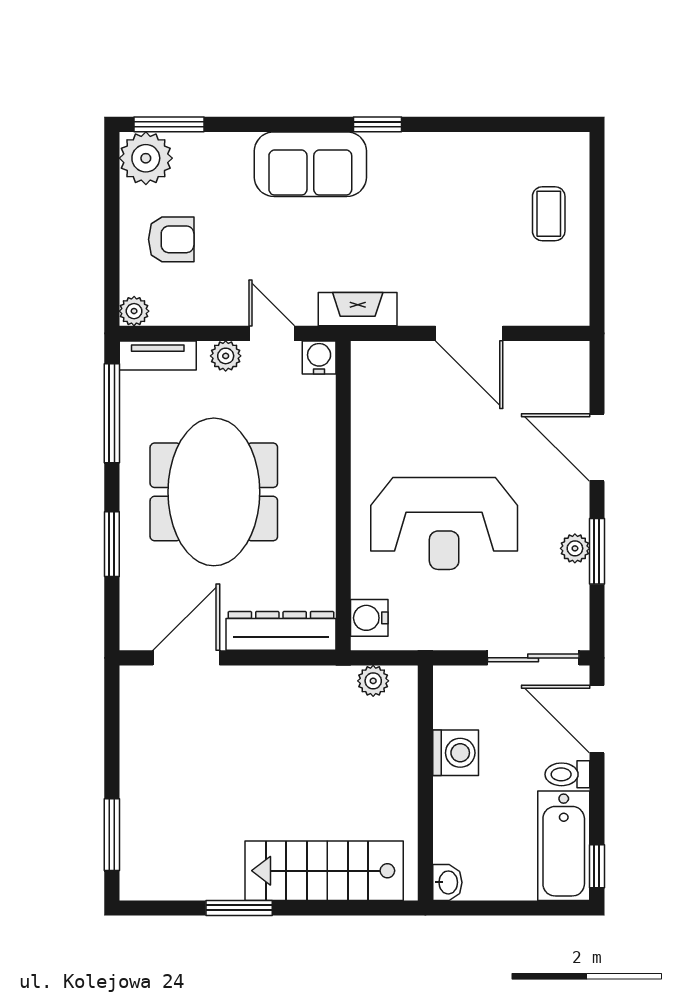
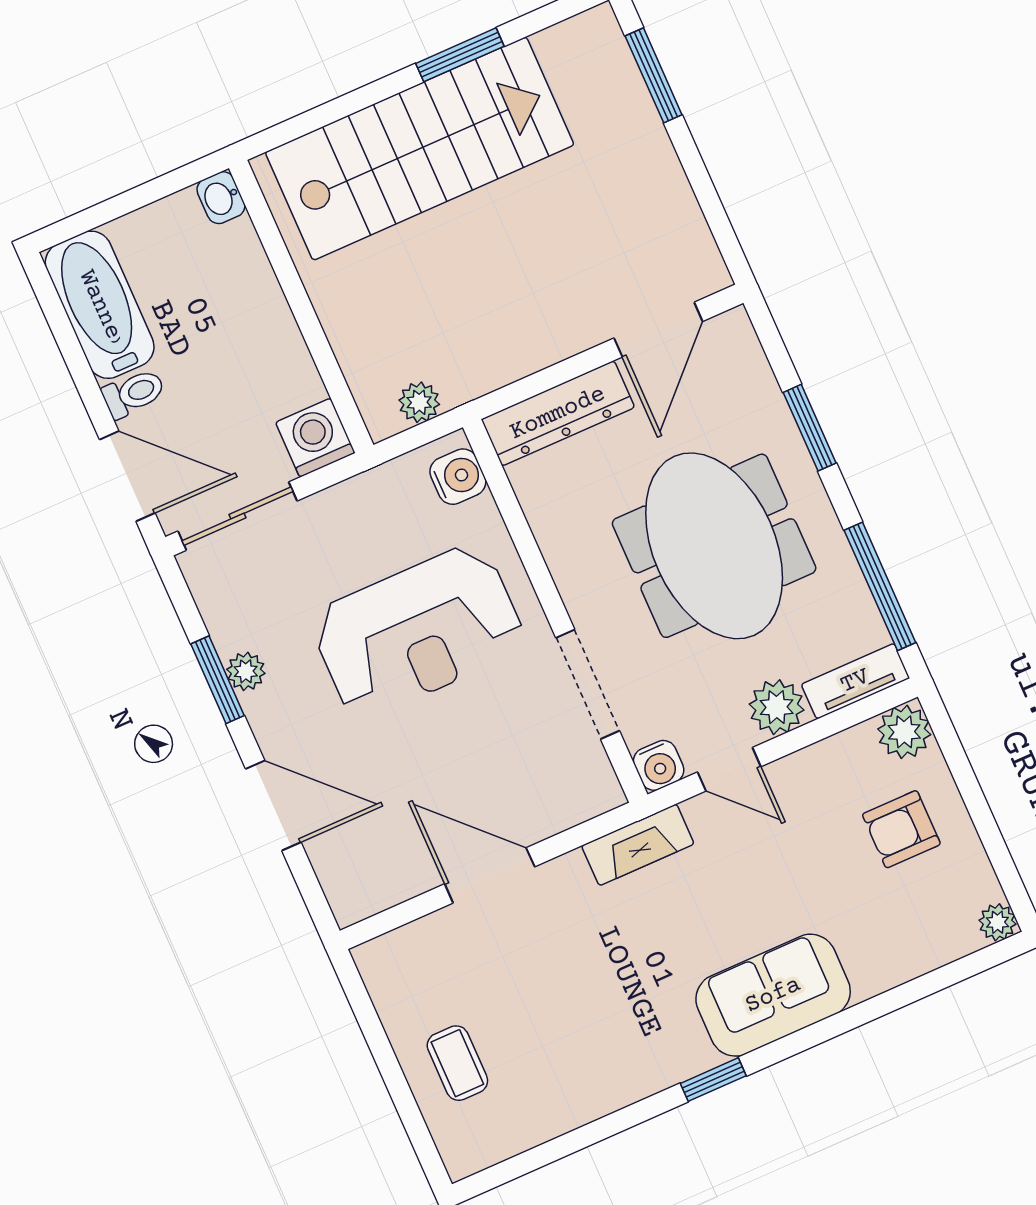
window: (169, 124) -> (966, 968), removed
plant: (146, 158) -> (997, 922), width x0.53, depth x0.53
plant: (134, 311) -> (904, 732), width x1.38, depth x1.38
plant: (226, 356) -> (777, 707), width x1.38, depth x1.38
doorway: (343, 435) -> (588, 684), added
reception desk: (444, 523) -> (418, 631), turned 180
washing machine: (456, 753) -> (315, 438), moved, turned 90
window: (597, 866) -> (48, 298), removed
stairs: (324, 871) -> (420, 149), width x1.36, depth x1.51

